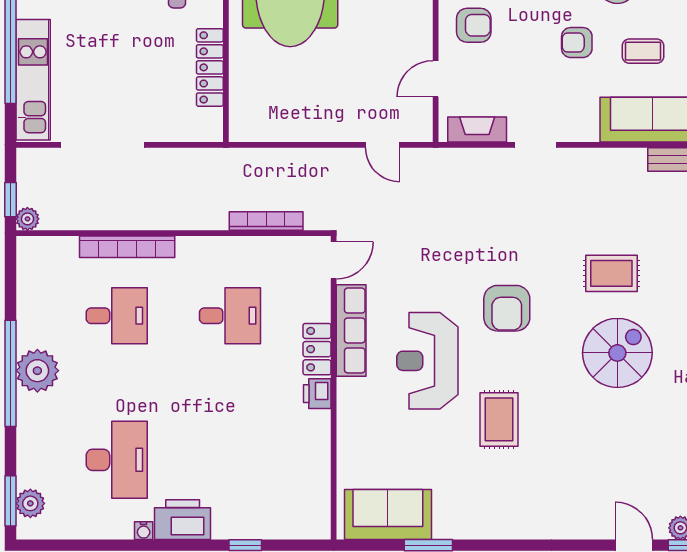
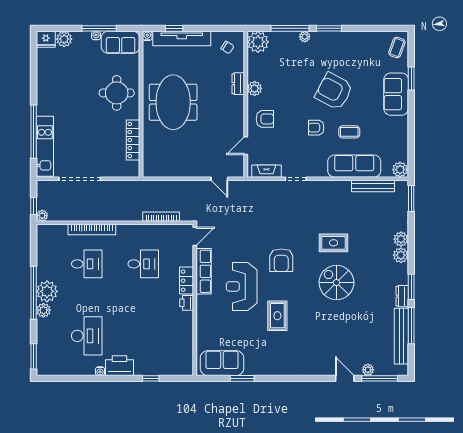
spiral stairs: (617, 353) -> (336, 283), turned -90
plant: (30, 503) -> (43, 310), moved

